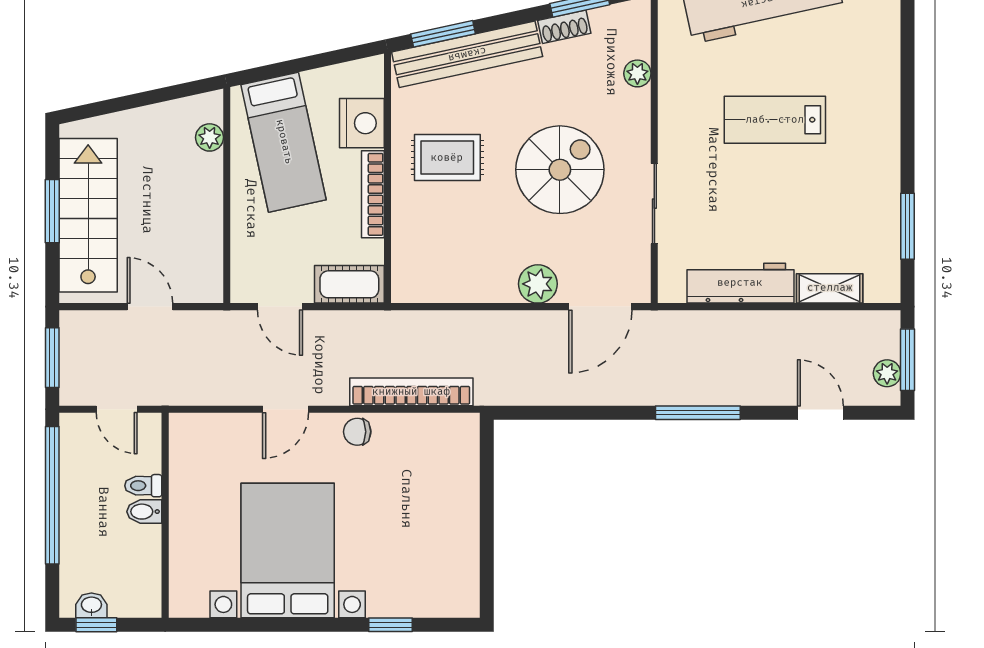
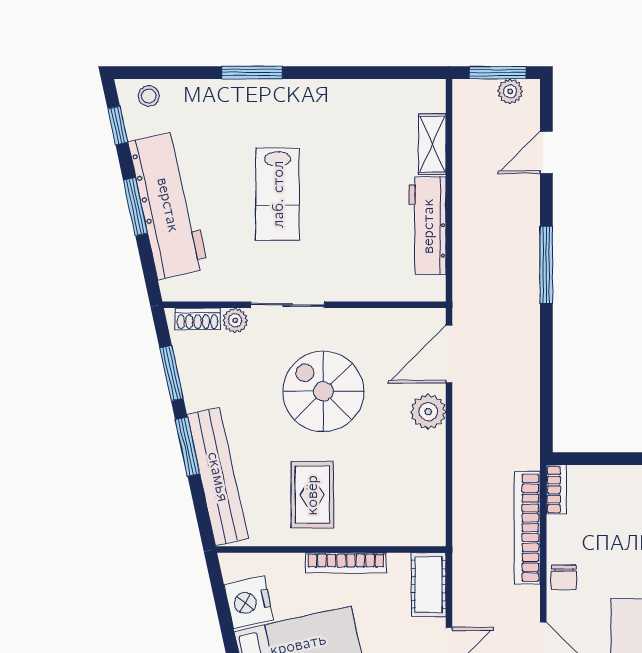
shoe rack: (564, 27) -> (198, 319), moved, turned 102
window: (443, 34) -> (187, 447), moved
nightstand: (362, 123) -> (249, 602), moved, turned -102
sliding door: (654, 204) -> (288, 305), moved
window: (907, 226) -> (252, 73), moved
door: (600, 307) -> (449, 354), swing flipped
bookcase: (453, 423) -> (556, 490), added

